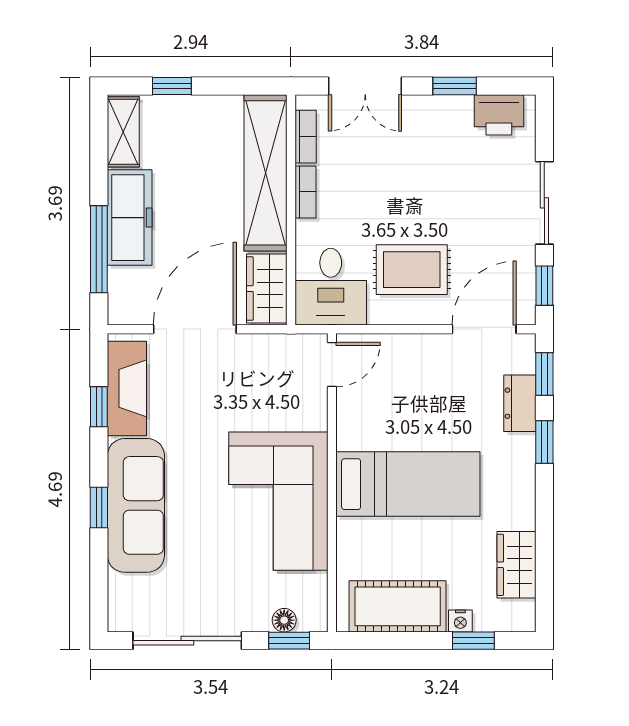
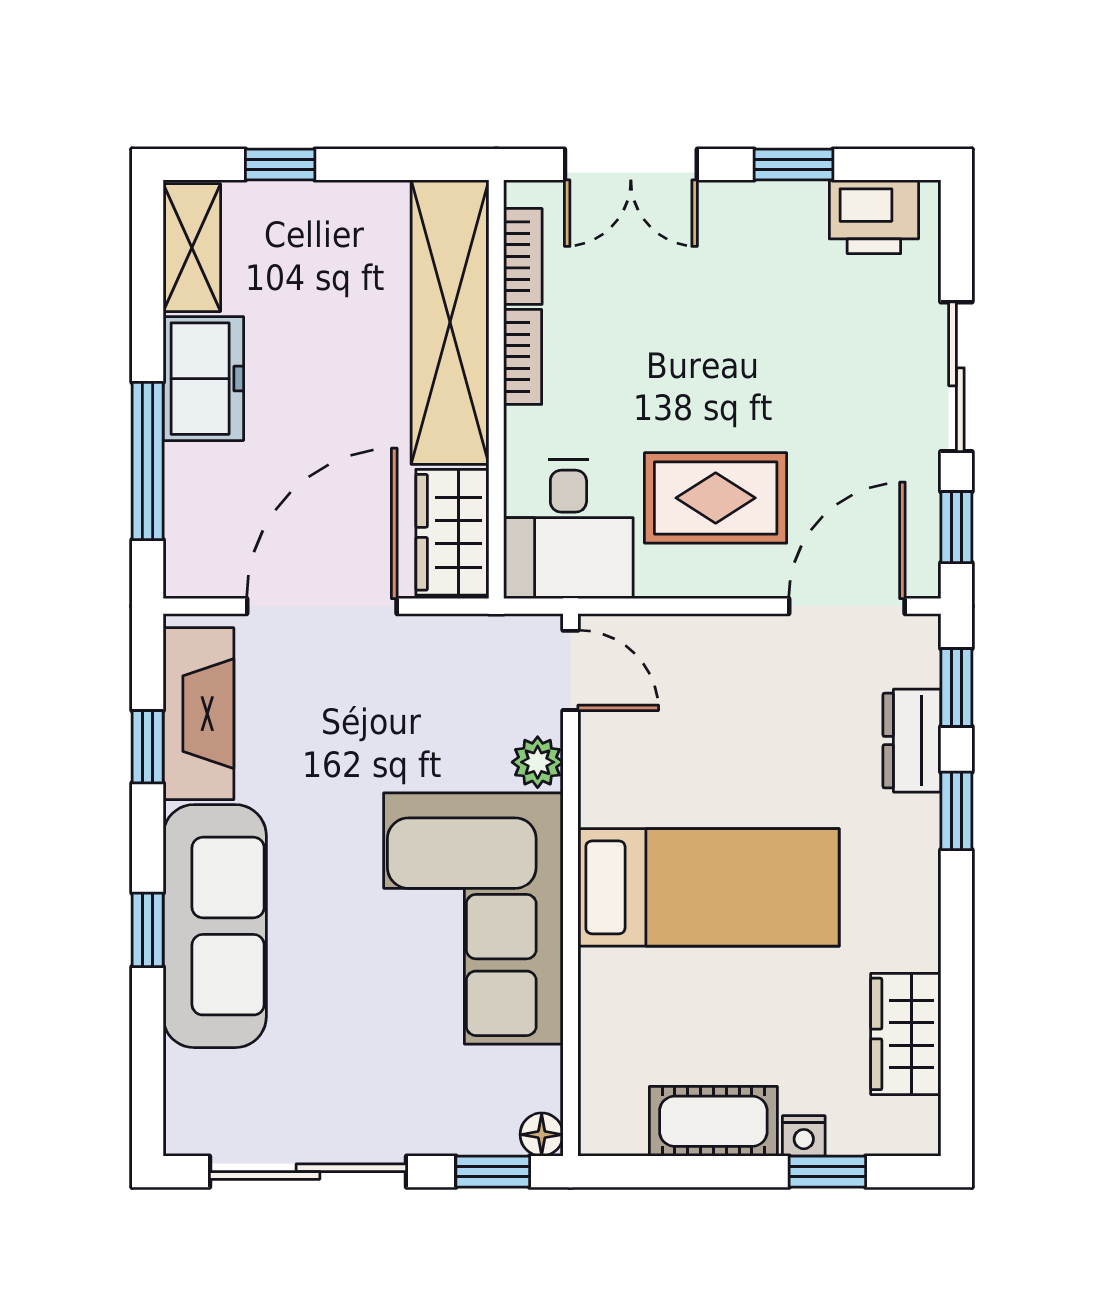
freezer: (130, 218) -> (203, 379), width x0.71
door: (332, 365) -> (571, 670), hinge flipped
plant: (314, 415) -> (538, 762), added
cot: (398, 606) -> (713, 1121), width x0.73, depth x0.75
floor lamp: (284, 620) -> (542, 1135), moved

